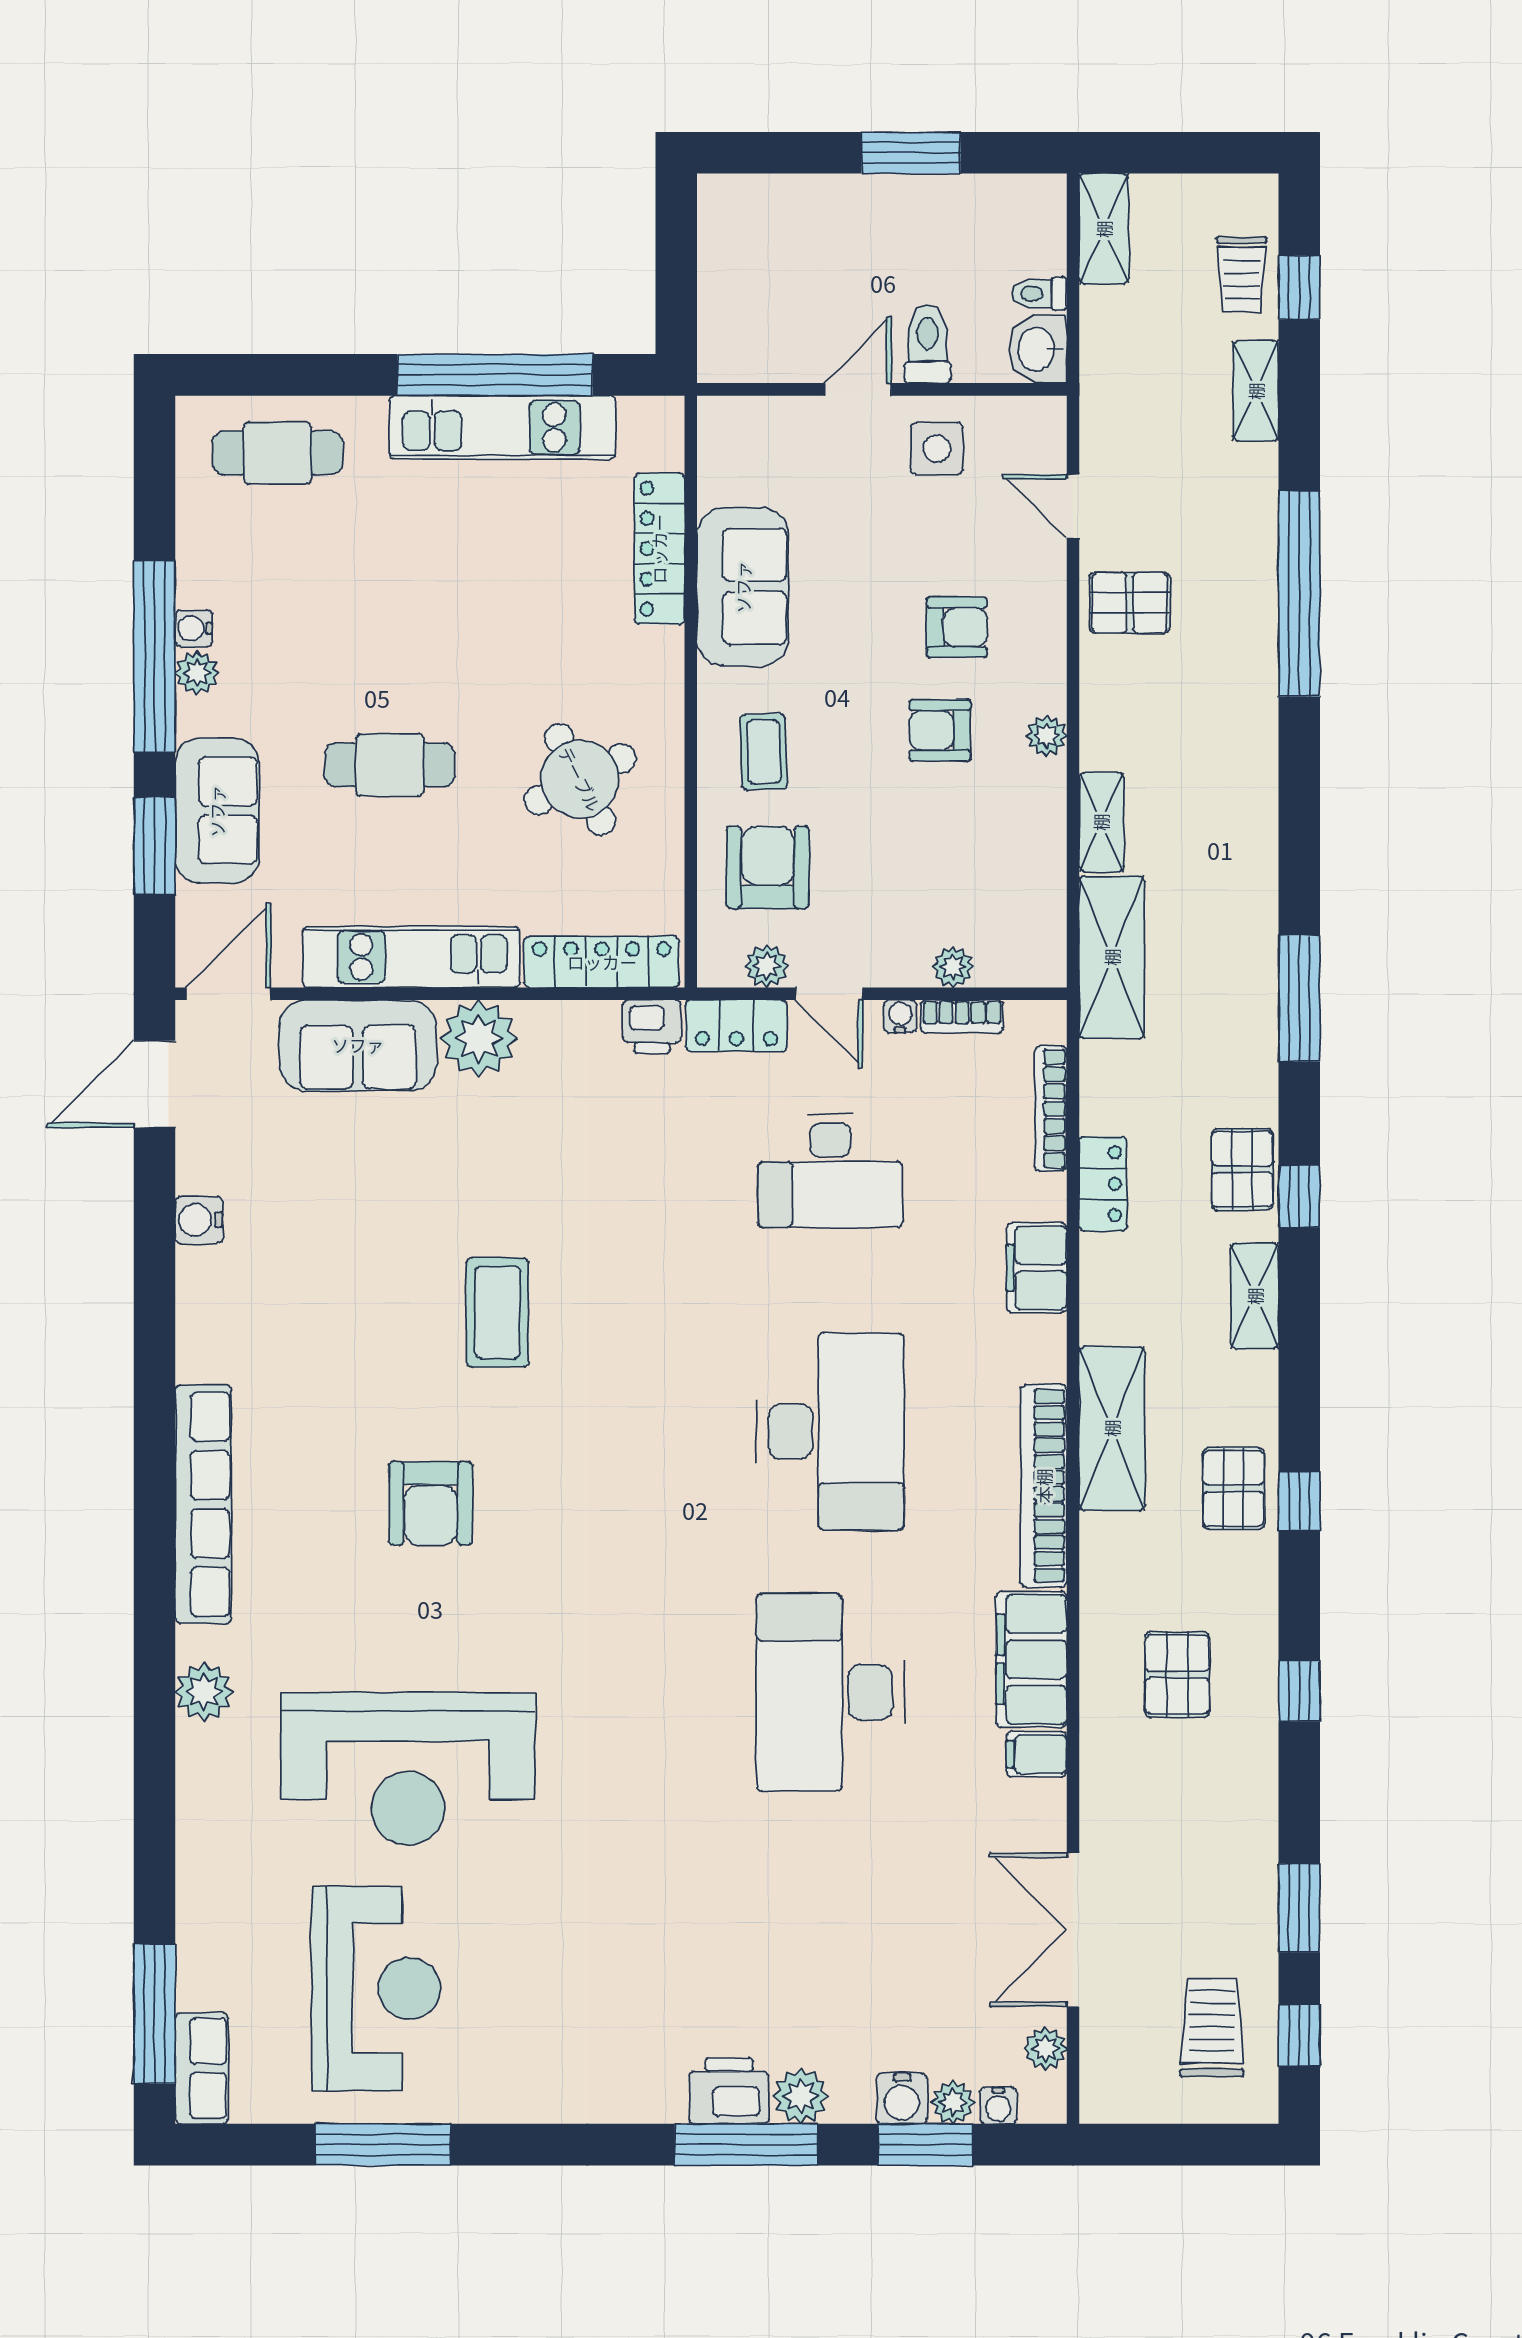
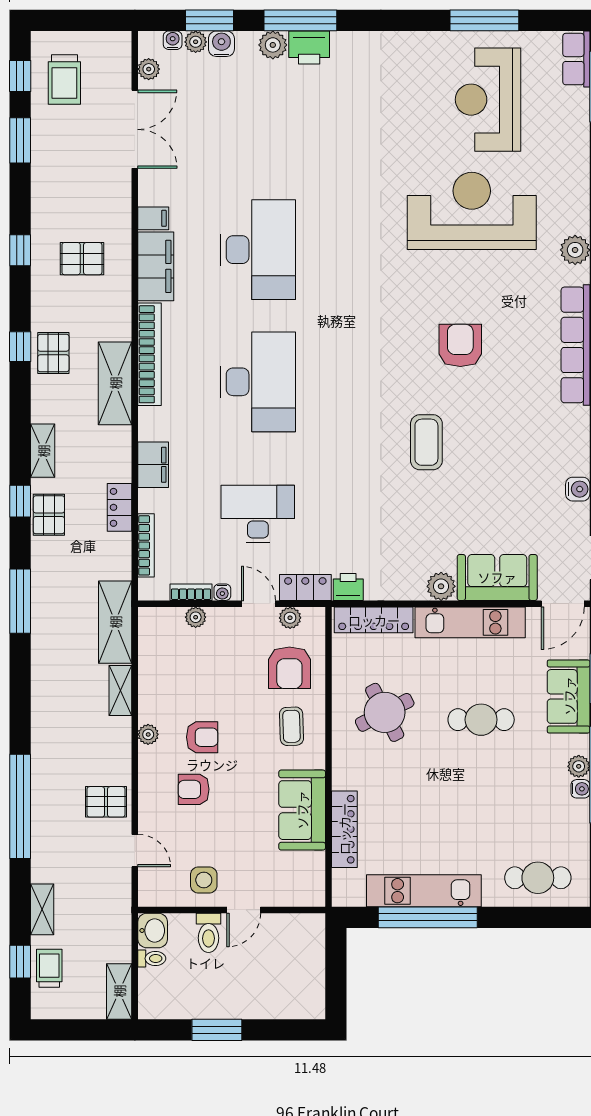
plant: (479, 1038) -> (441, 586), width x0.73, depth x0.73
desk: (830, 1432) -> (258, 382), turned 180
pallet: (1177, 1675) -> (82, 259), turned 90

